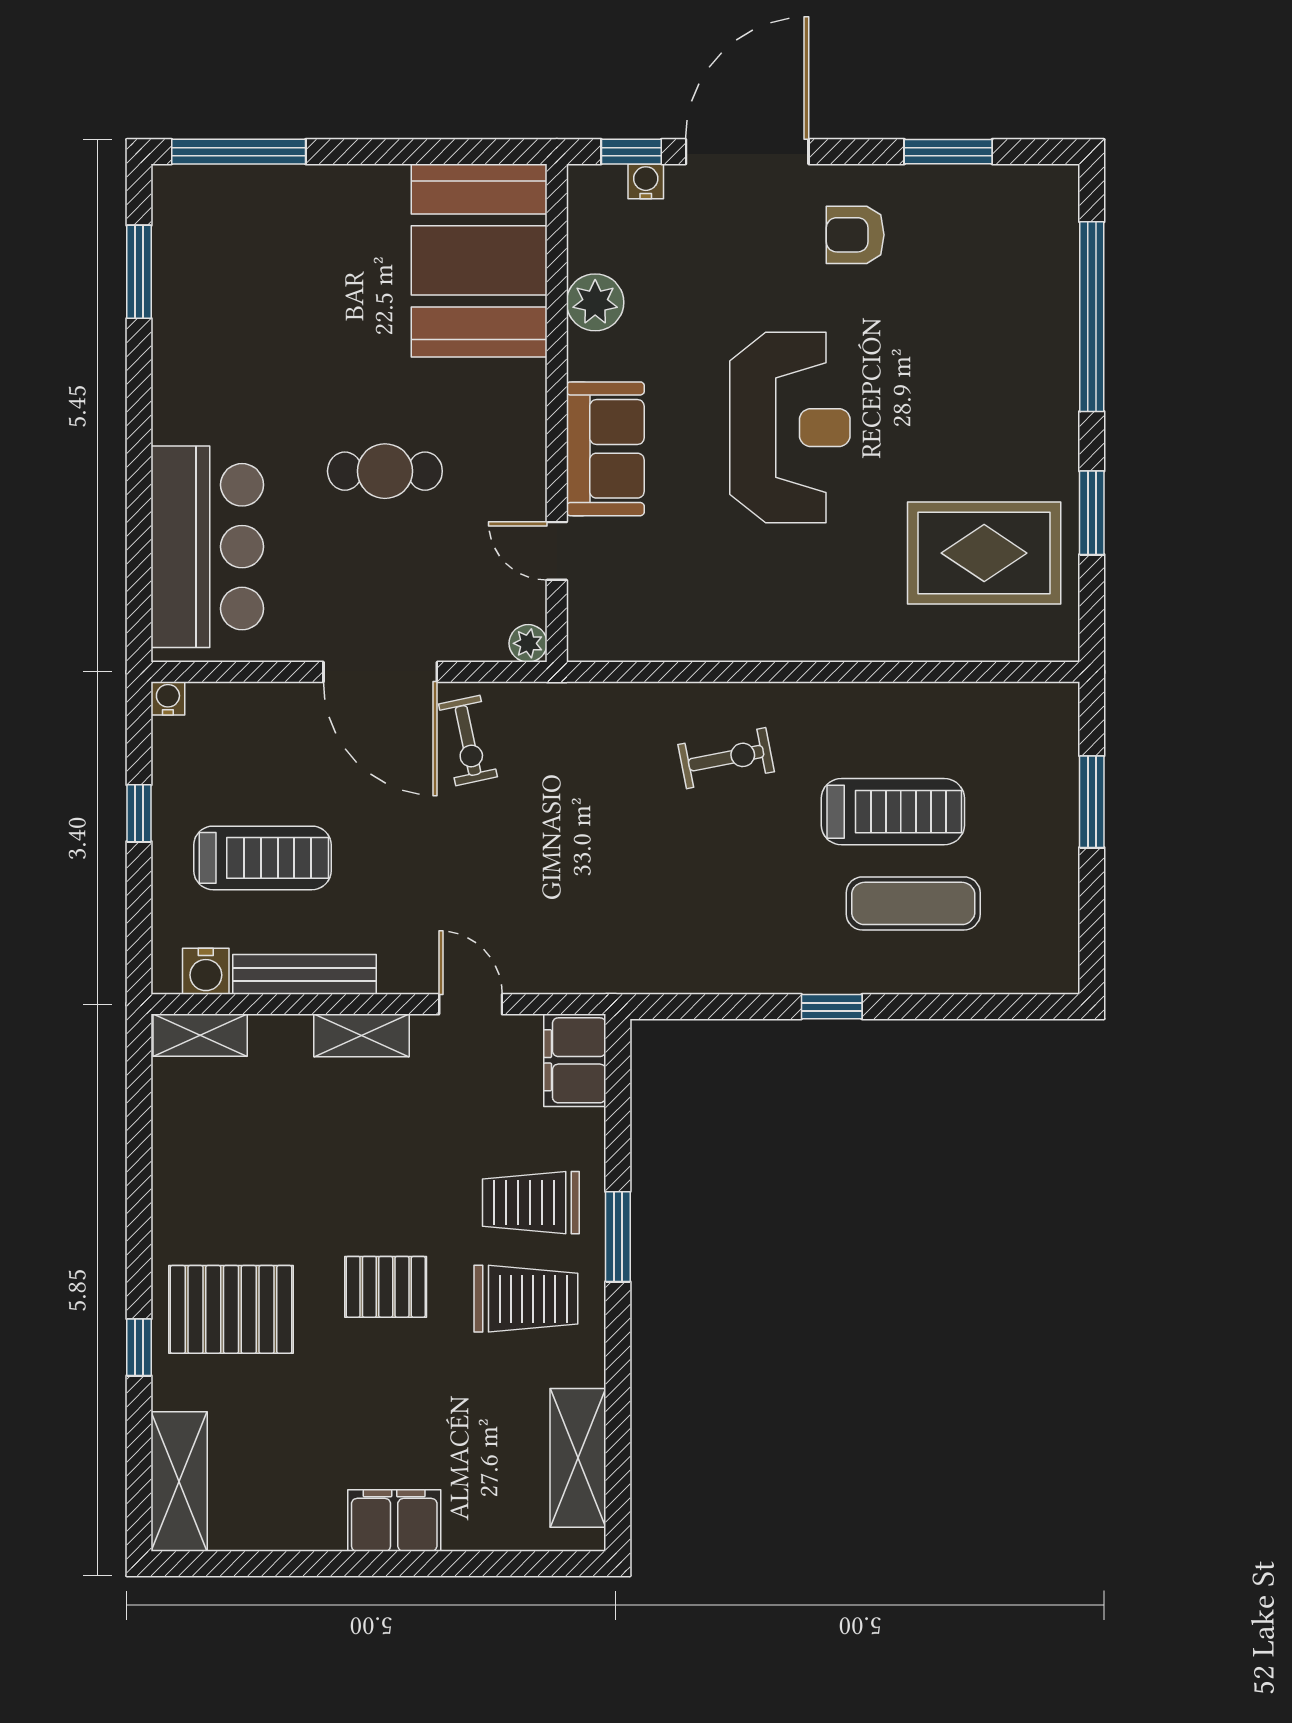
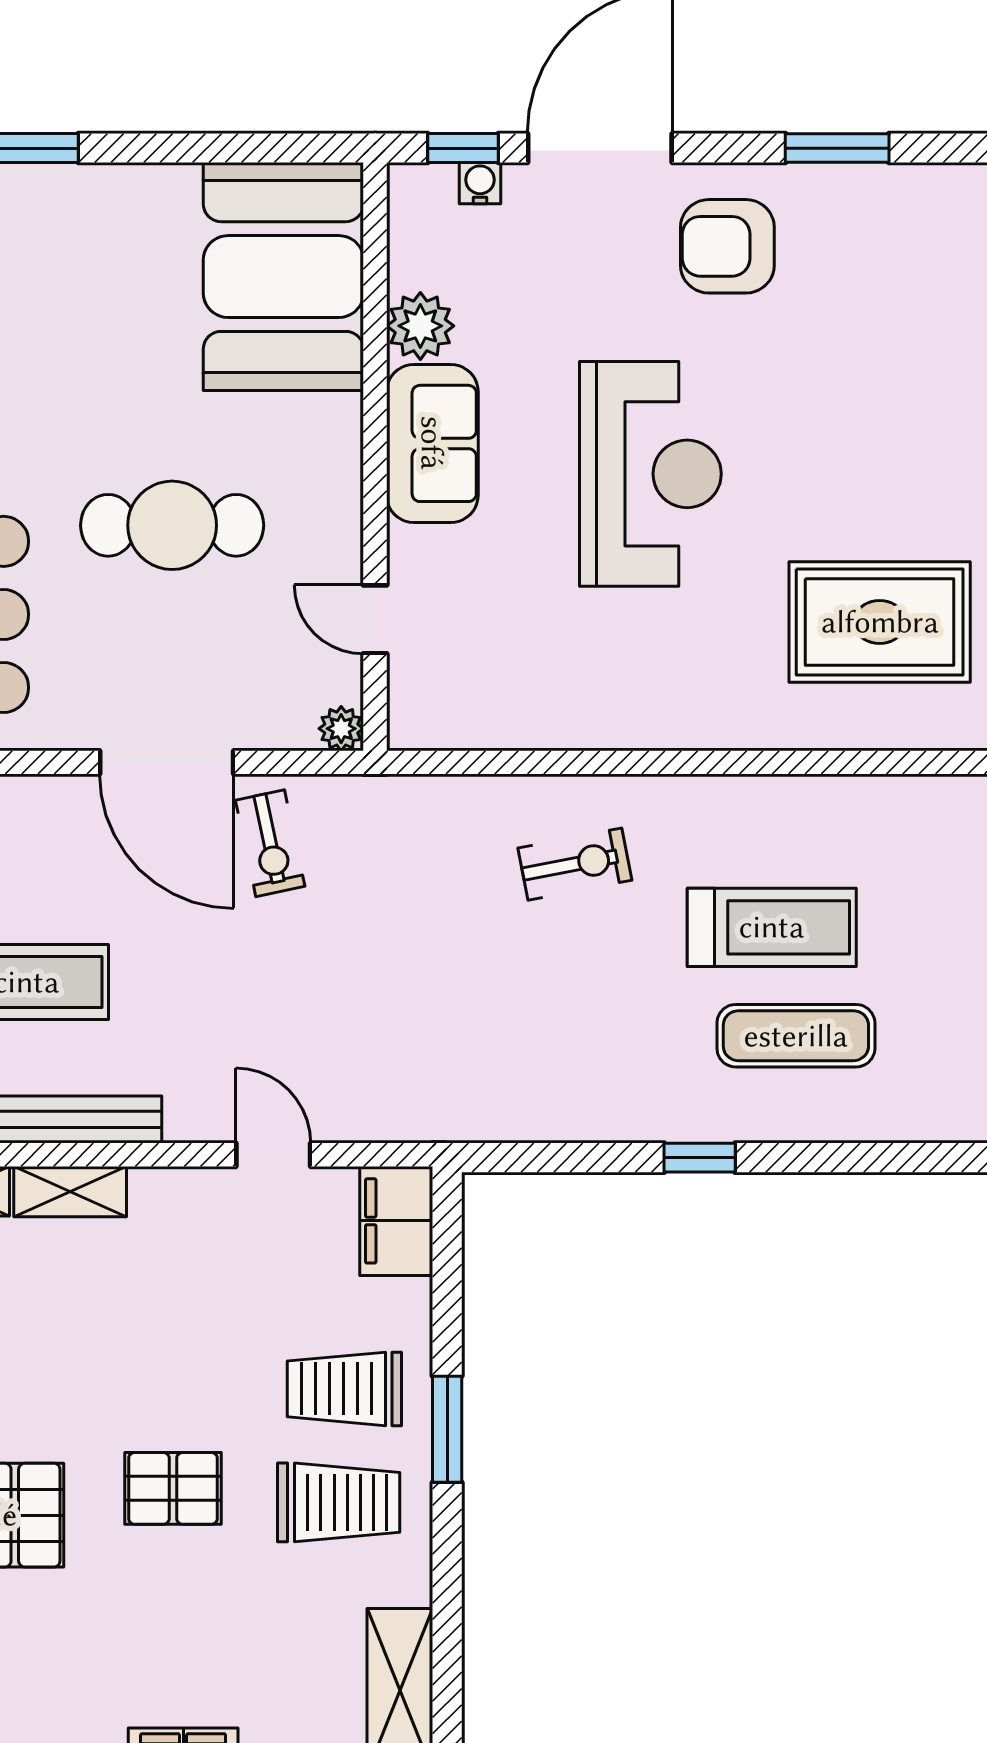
armchair: (855, 235) -> (727, 246), width x1.38, depth x1.38
sofa: (605, 449) -> (432, 443), moved
cafe table: (385, 471) -> (172, 525), width x1.37, depth x1.35
shelving: (362, 1035) -> (70, 1192), moved

